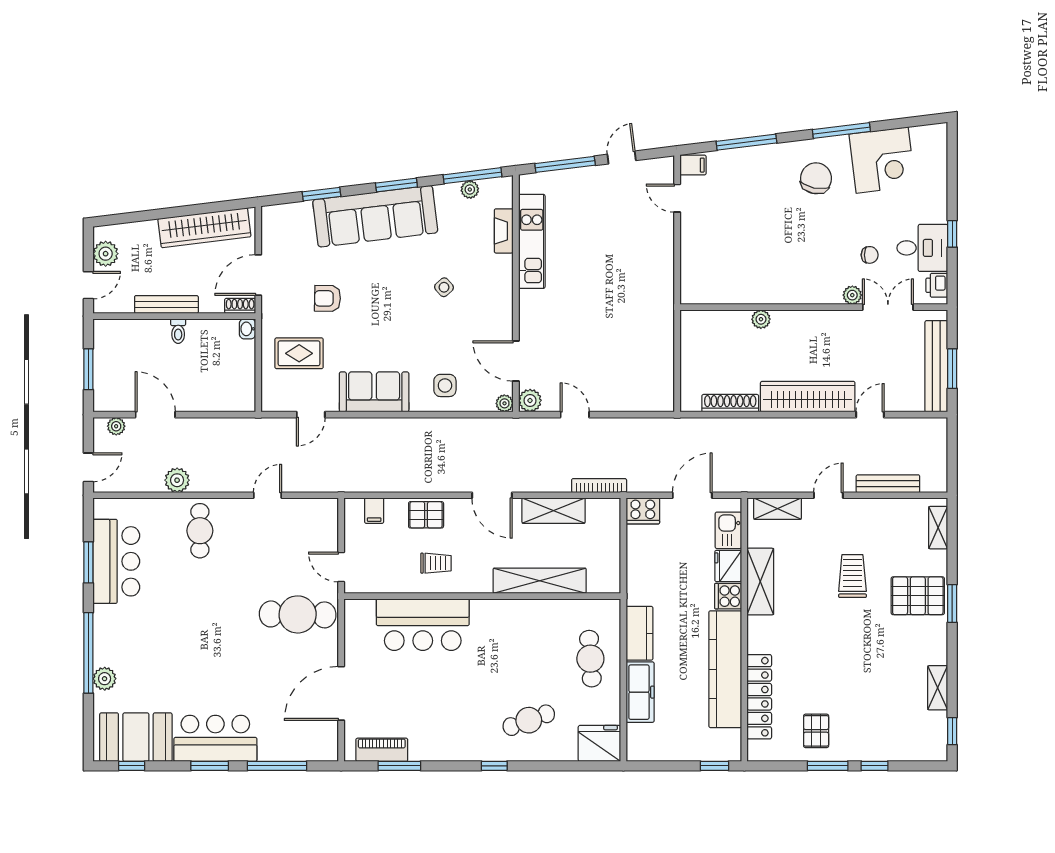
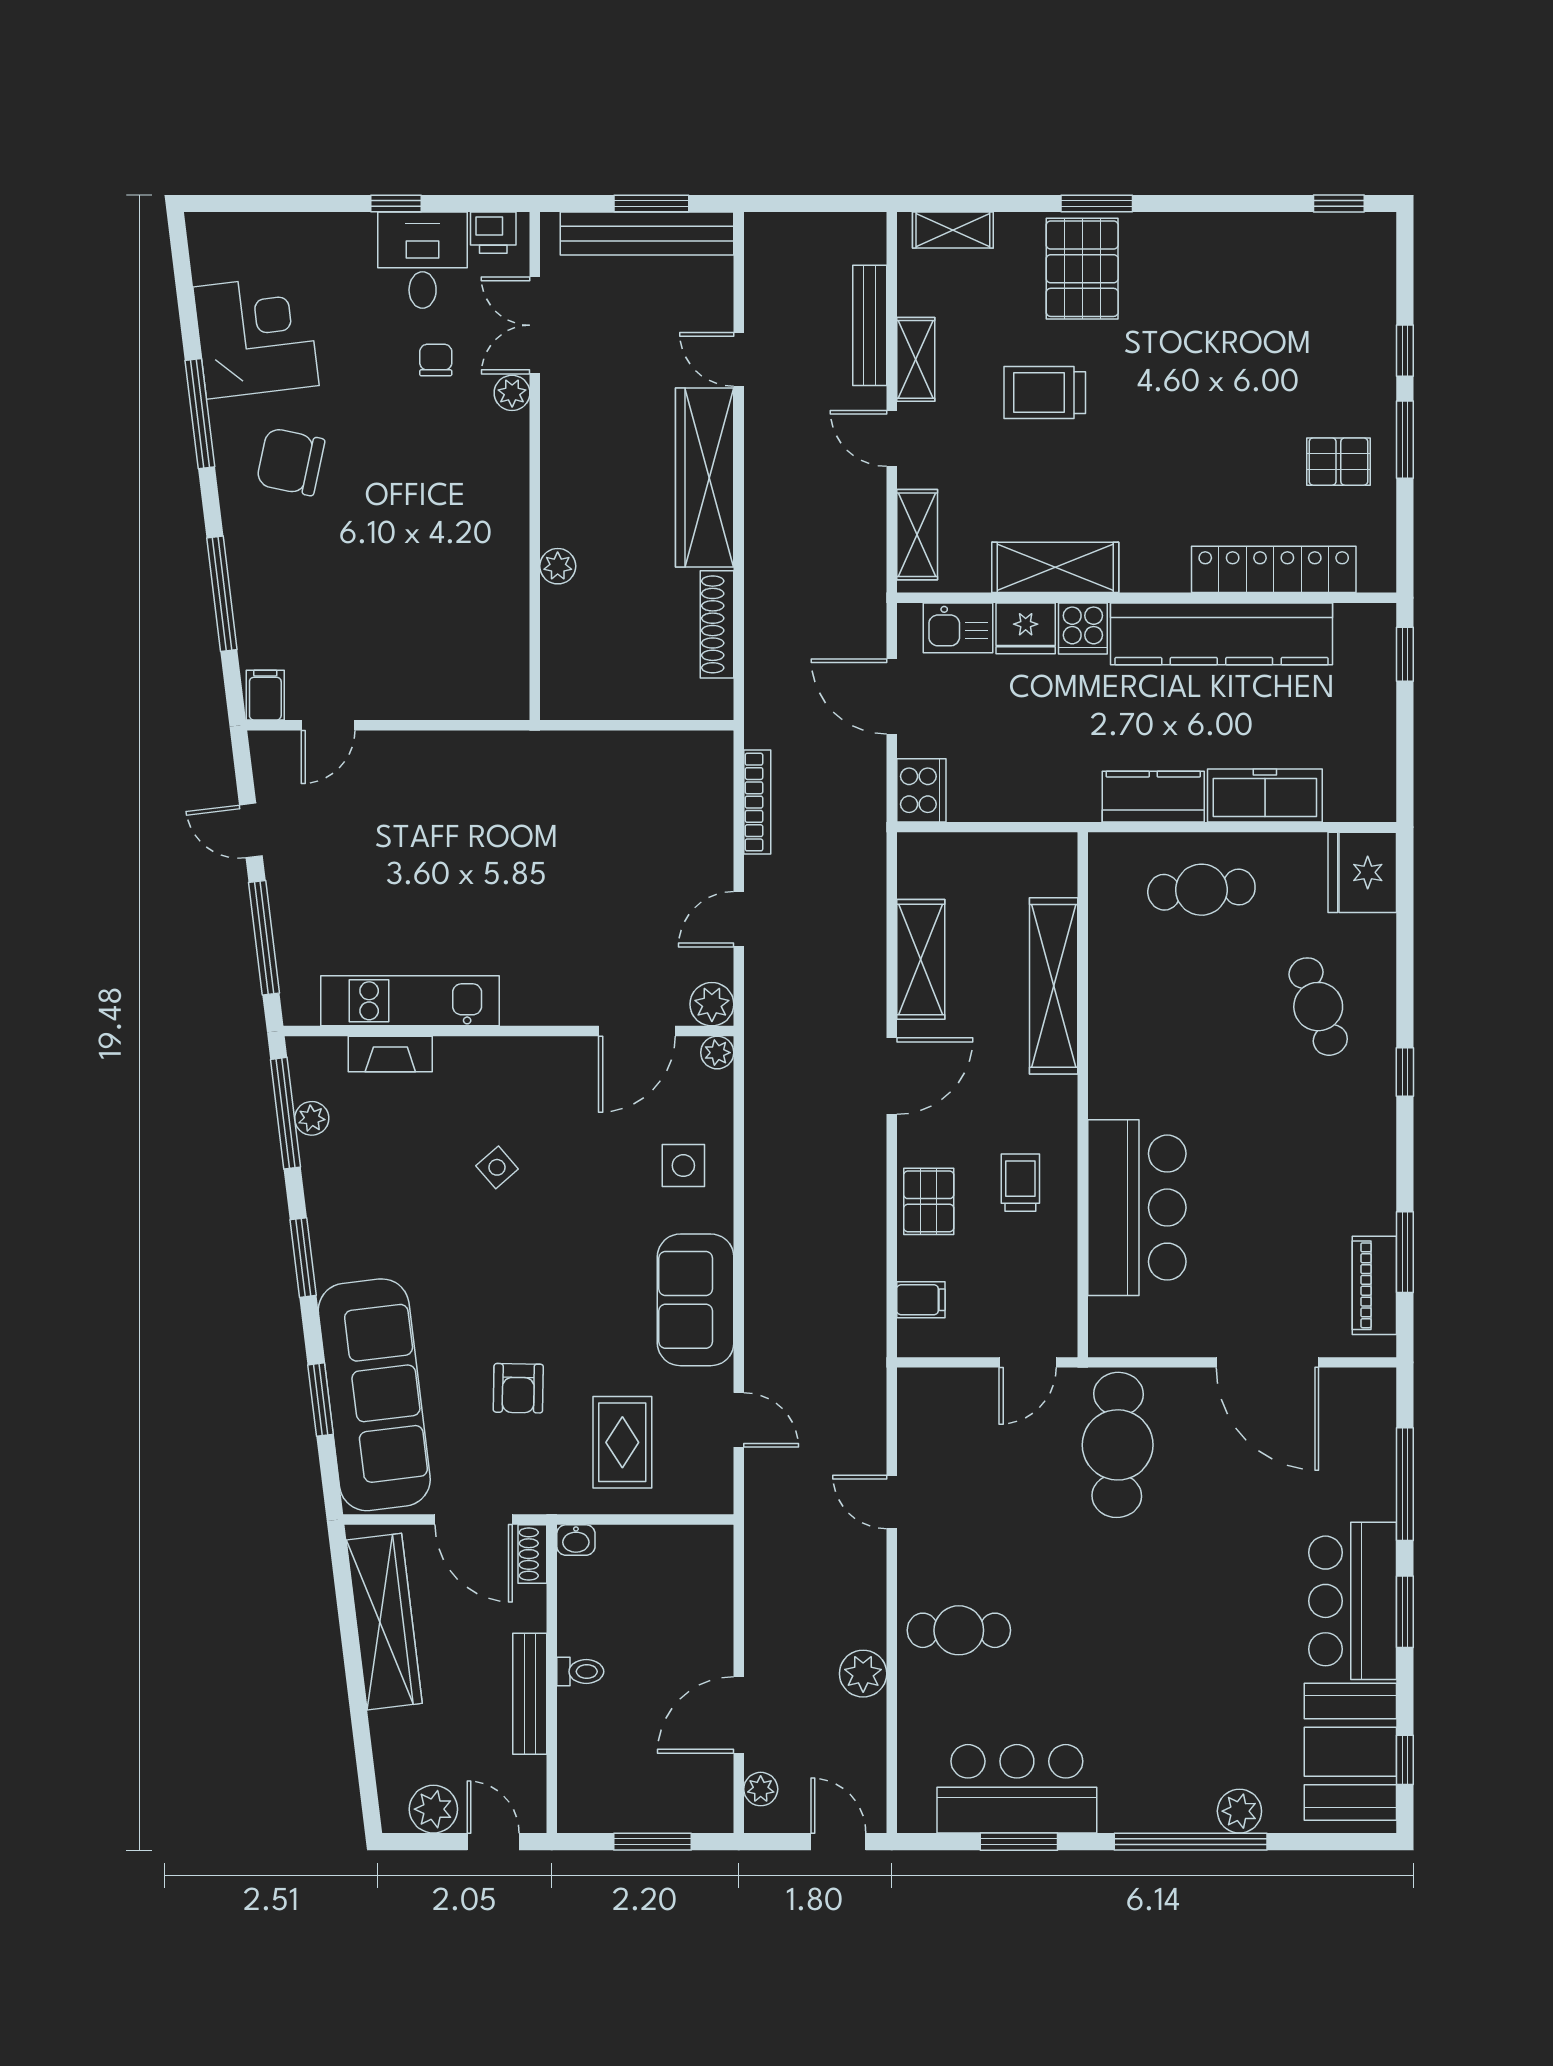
sofa: (375, 216) -> (374, 1395), moved
bookcase: (599, 486) -> (757, 802), moved, turned 180
shelving: (938, 688) -> (916, 359), moved, turned 90

